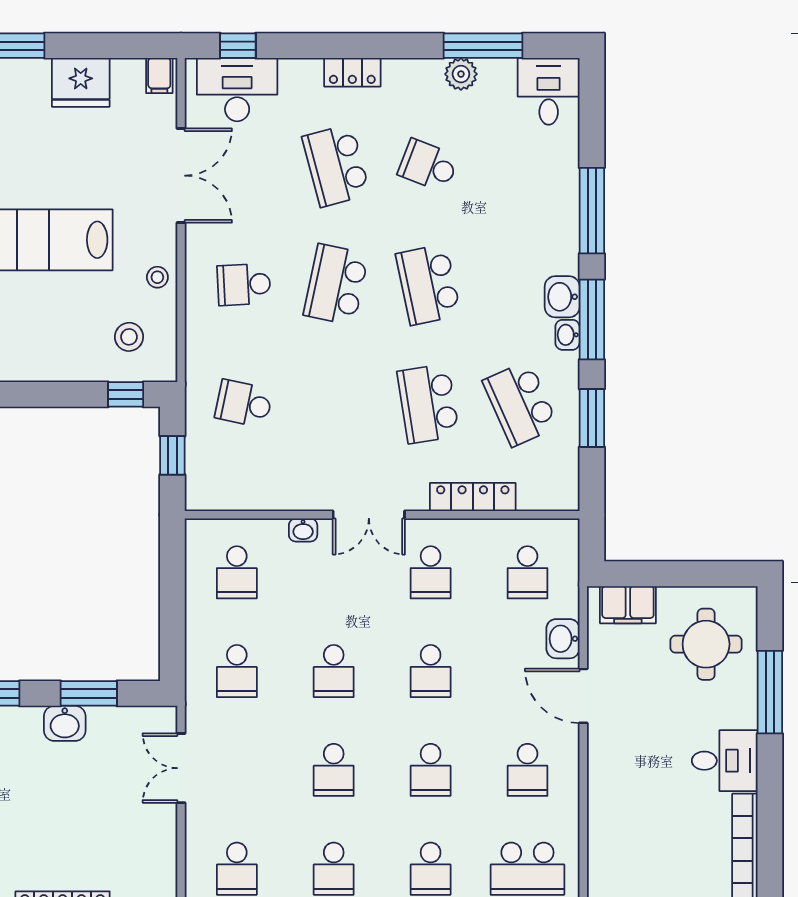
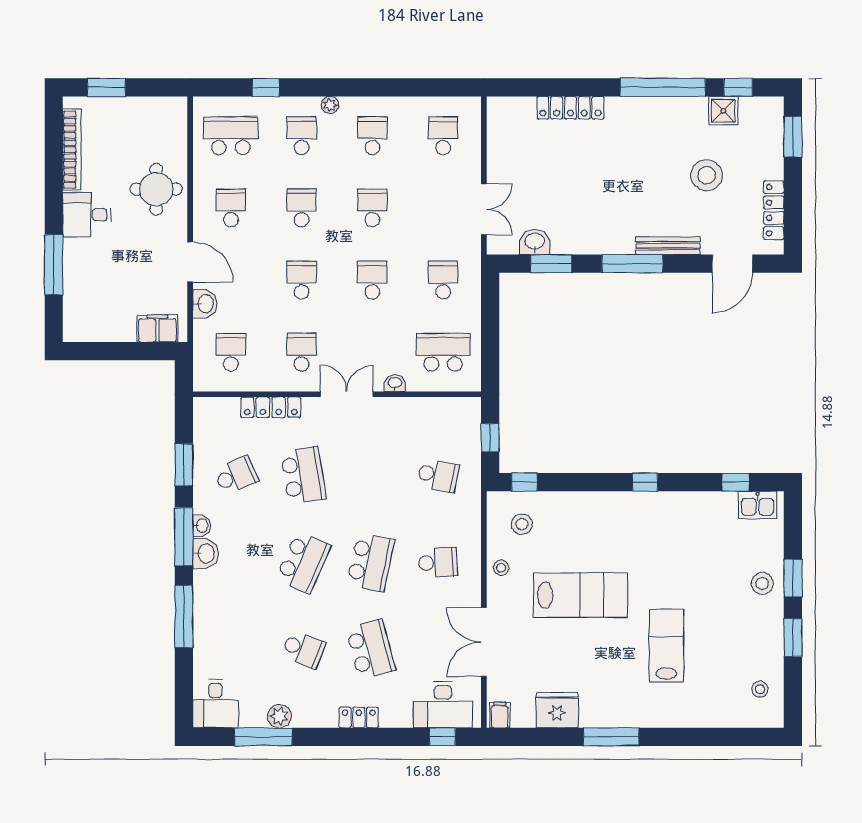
school desk: (428, 285) -> (303, 562), turned 36
school desk: (520, 404) -> (236, 475), width x0.54
school desk: (237, 572) -> (443, 352), width x1.85
round table: (706, 644) -> (156, 189), moved
washbasin: (65, 723) -> (535, 242), moved

